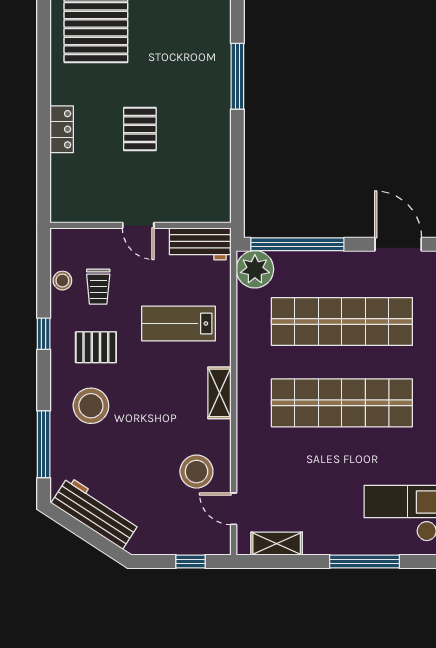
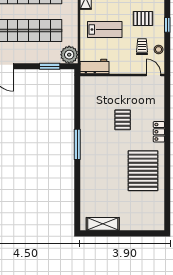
locker: (62, 129) -> (159, 132), moved
door: (138, 225) -> (154, 75), moved
window: (297, 244) -> (50, 66), width x0.47

